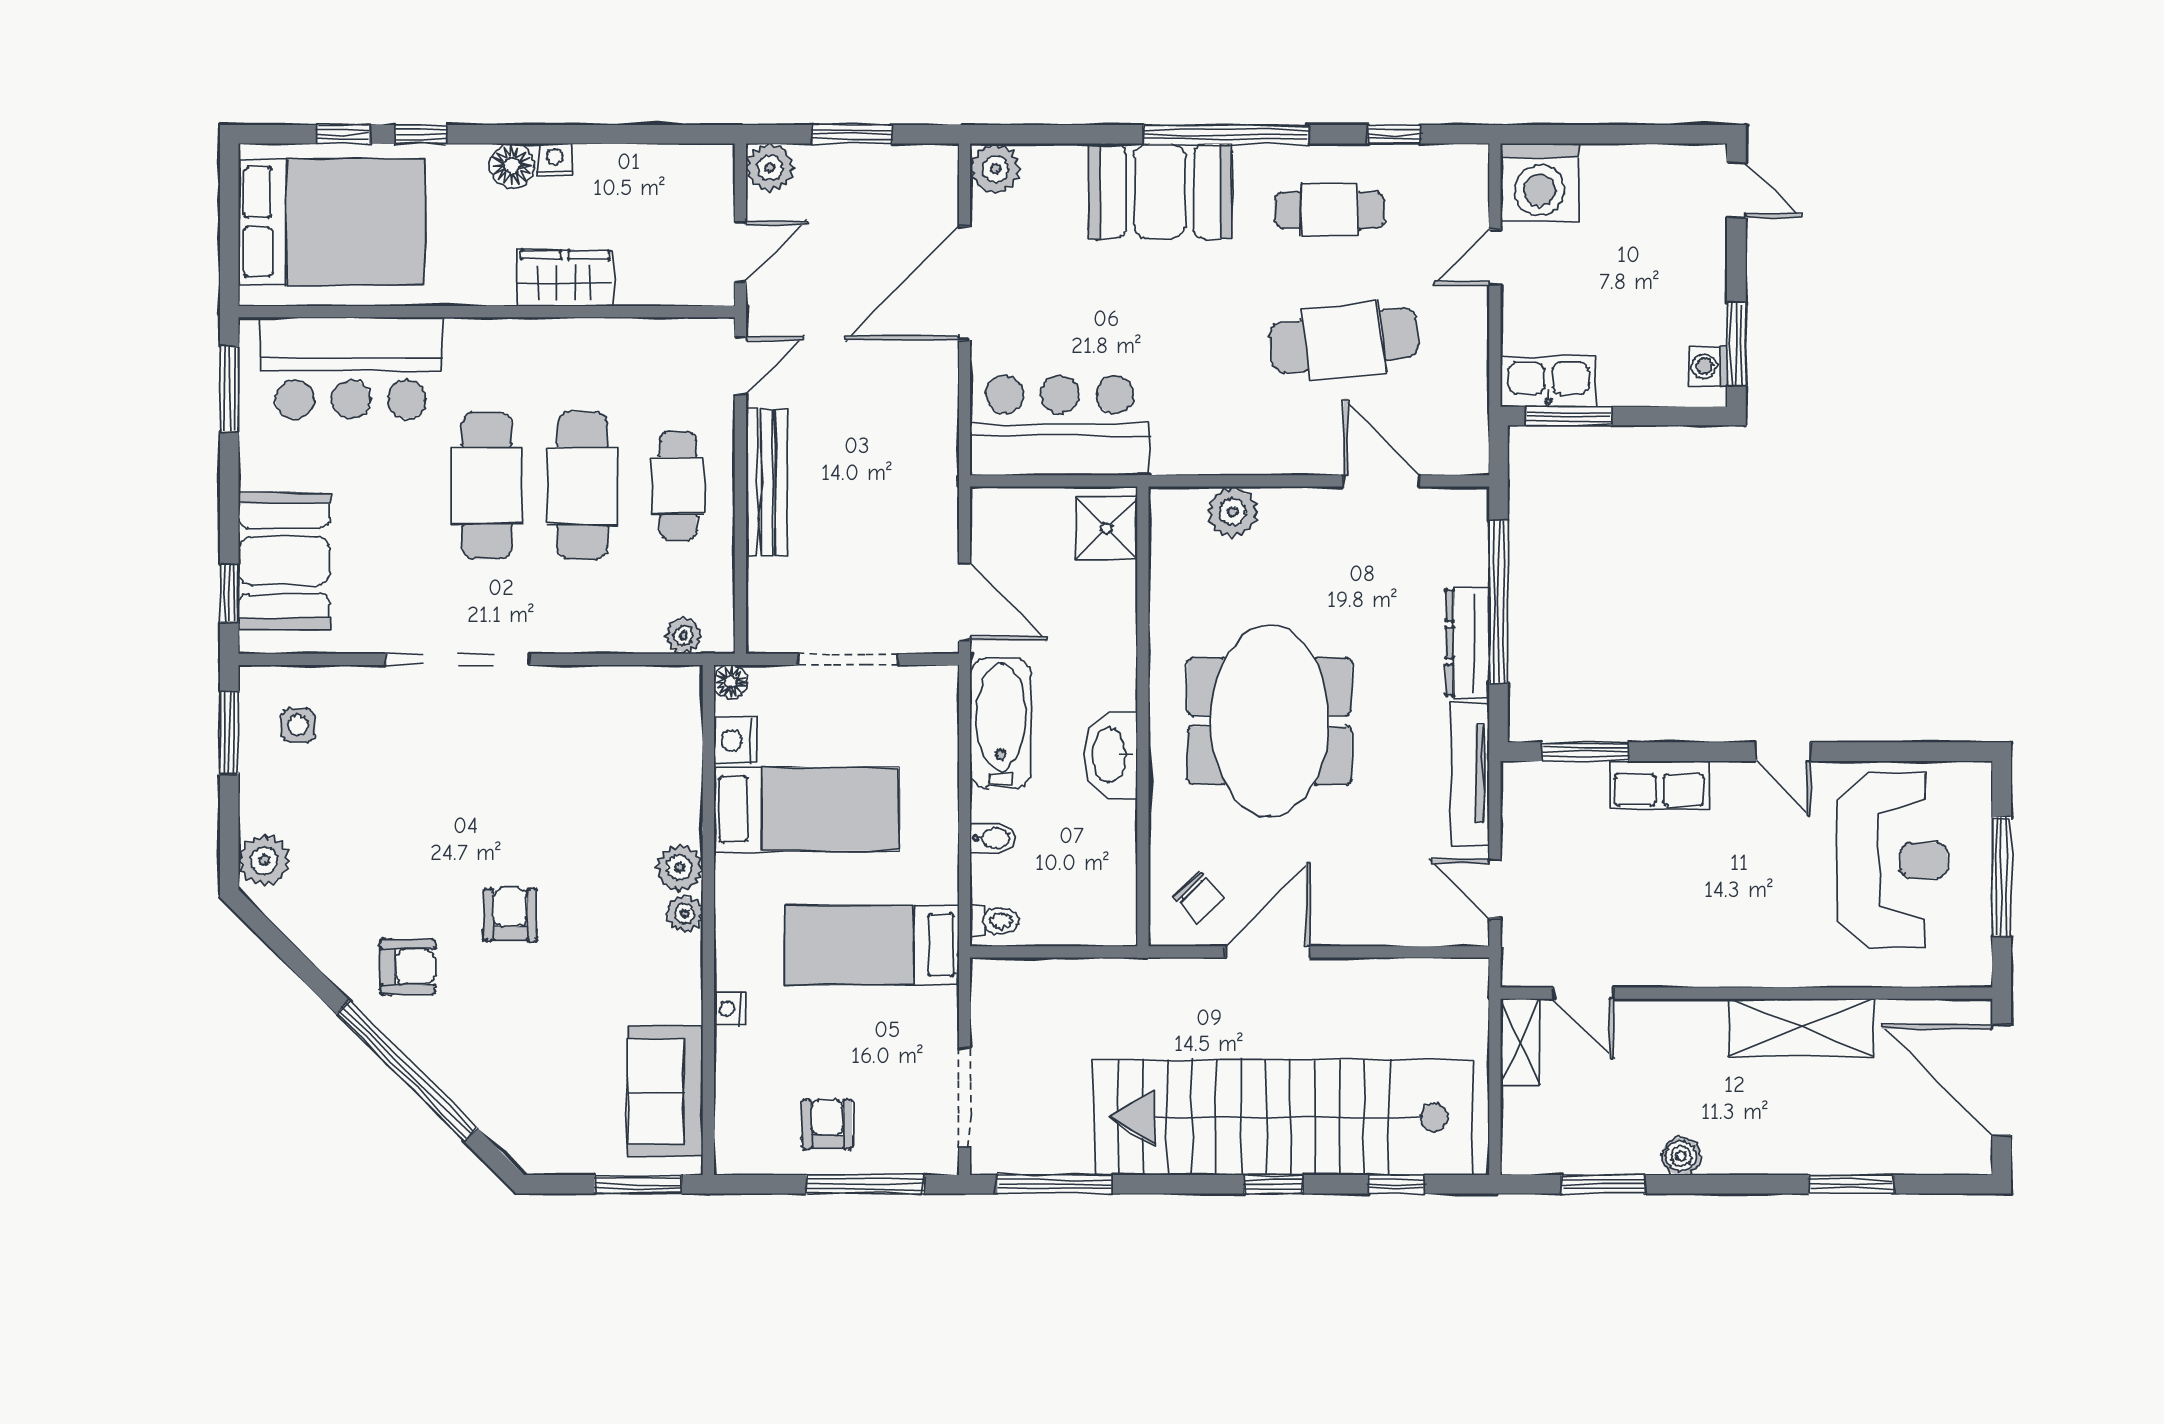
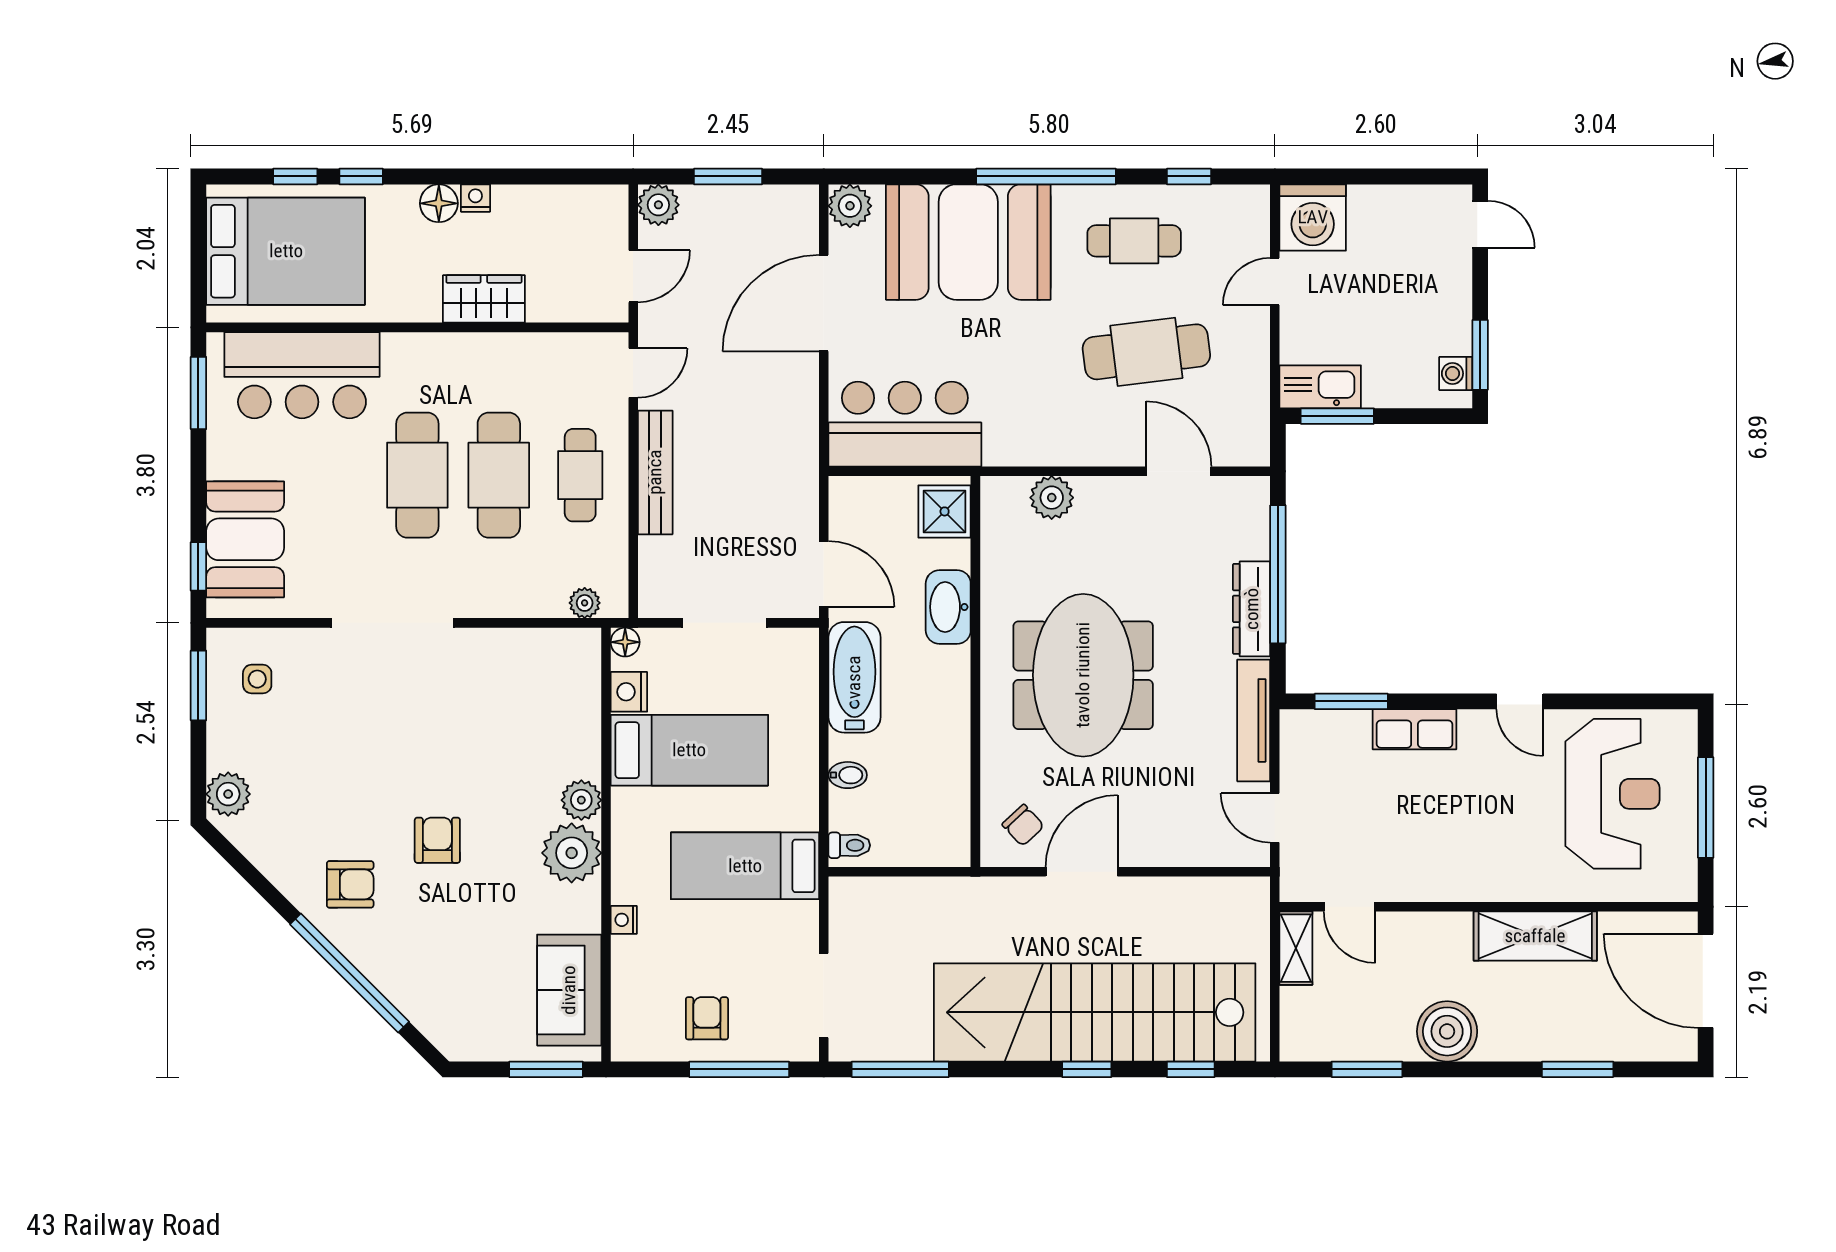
booth: (1160, 191) -> (968, 242), width x1.36, depth x1.42
washbasin: (1111, 755) -> (948, 607), moved
plant: (684, 913) -> (572, 853), width x1.88, depth x1.88
boiler: (1681, 1156) -> (1447, 1031), width x1.86, depth x1.86

